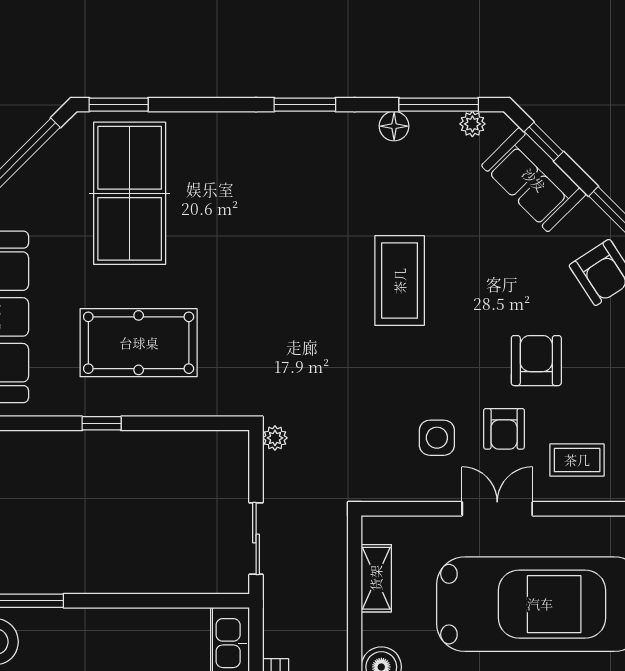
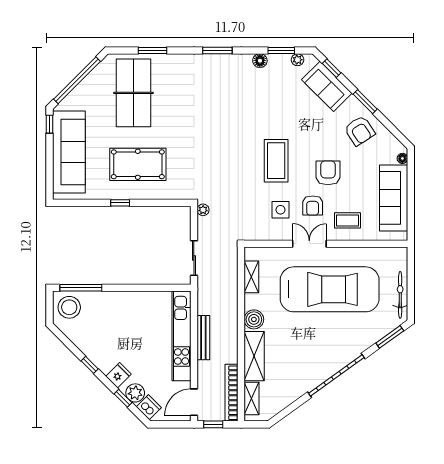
window: (119, 105) -> (153, 50), moved
window: (439, 105) -> (281, 50), width x0.69
coffee table: (400, 281) -> (276, 161), moved

